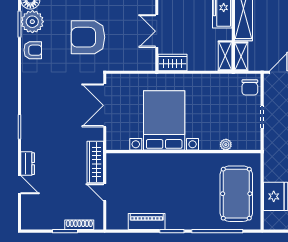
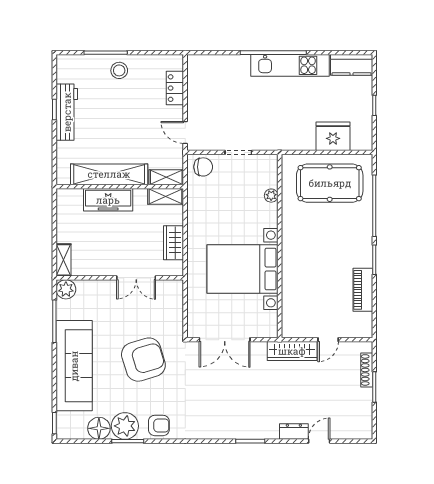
armchair: (88, 37) -> (143, 360), turned -107
armchair: (33, 50) -> (159, 425), turned 90
wardrobe: (173, 62) -> (173, 243), moved

